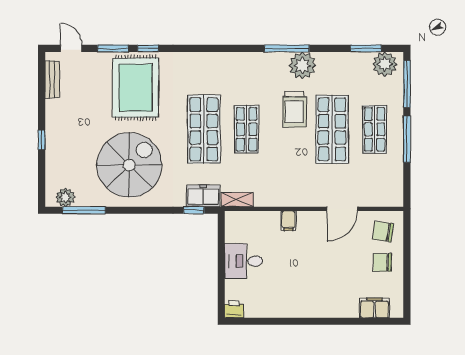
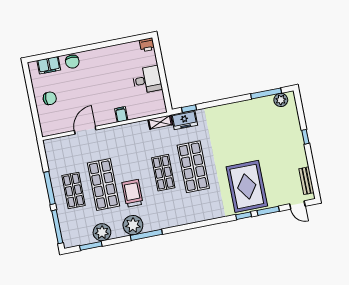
plant: (385, 64) -> (102, 232), moved
spiral stairs: (129, 165) -> (240, 131), removed
chair: (383, 232) -> (72, 62), moved, turned 82

